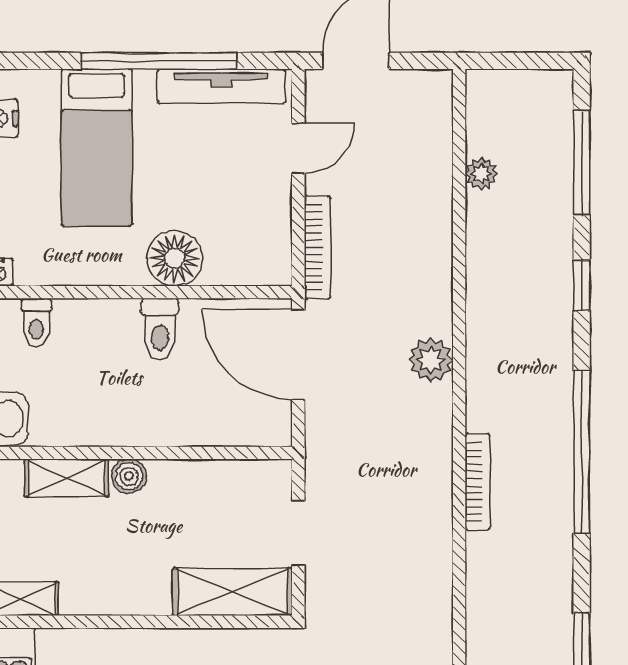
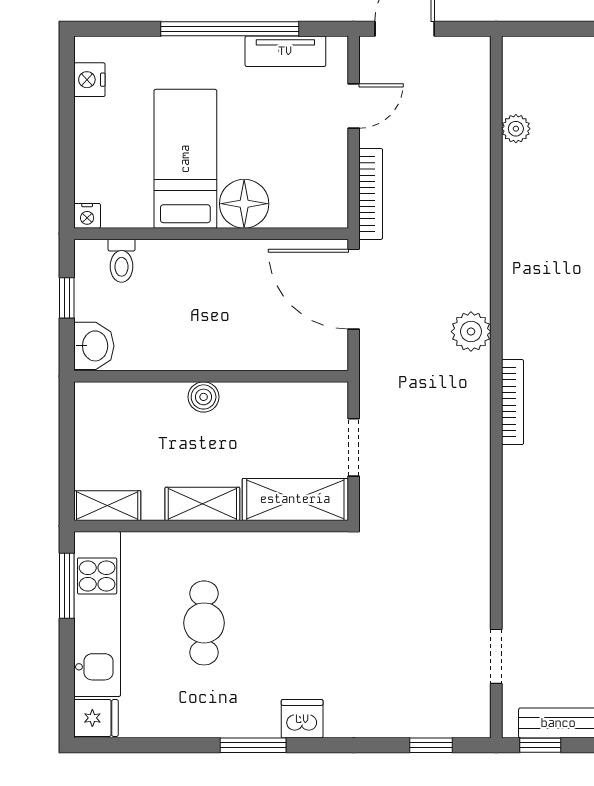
tv unit: (221, 86) -> (285, 51), width x0.71
bed: (97, 147) -> (185, 159), moved, turned 180
toilet: (160, 329) -> (231, 266), removed
plant: (431, 360) -> (471, 332), moved
shelving: (67, 478) -> (202, 504), moved

